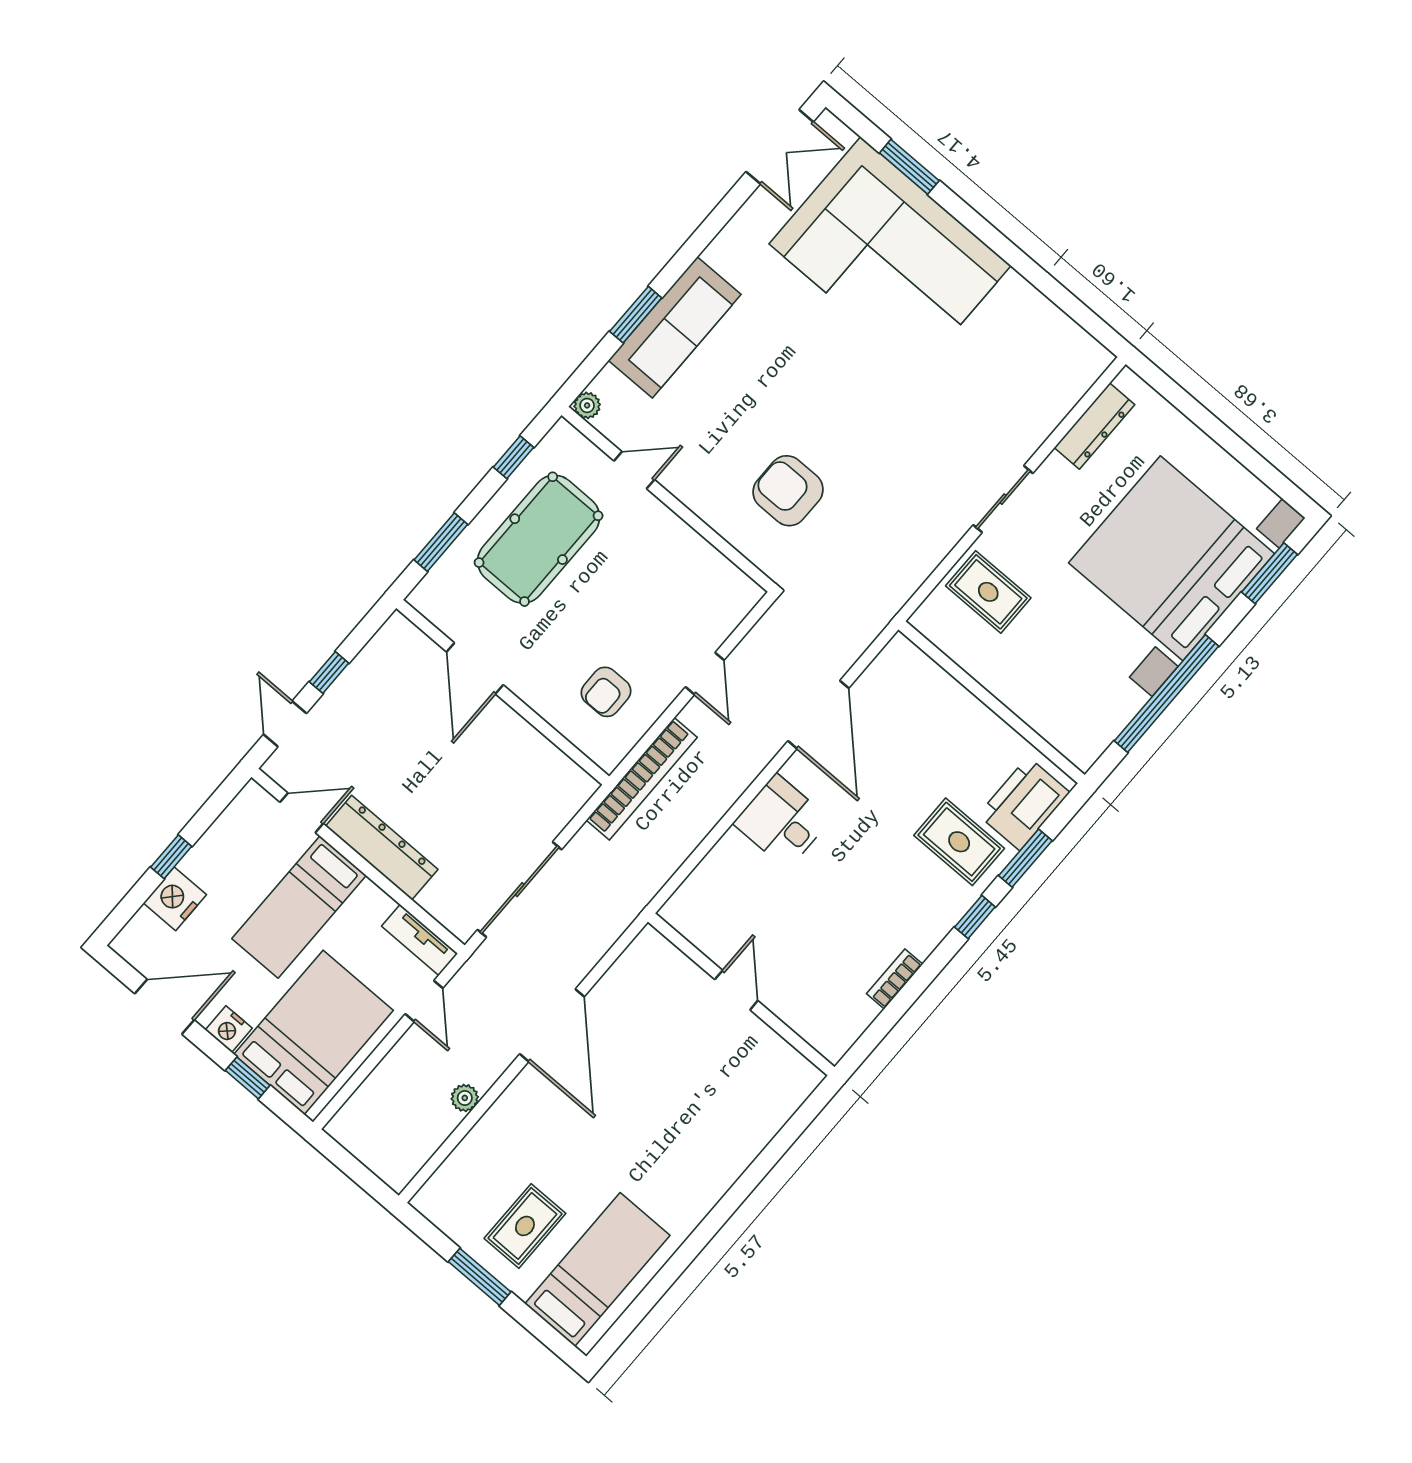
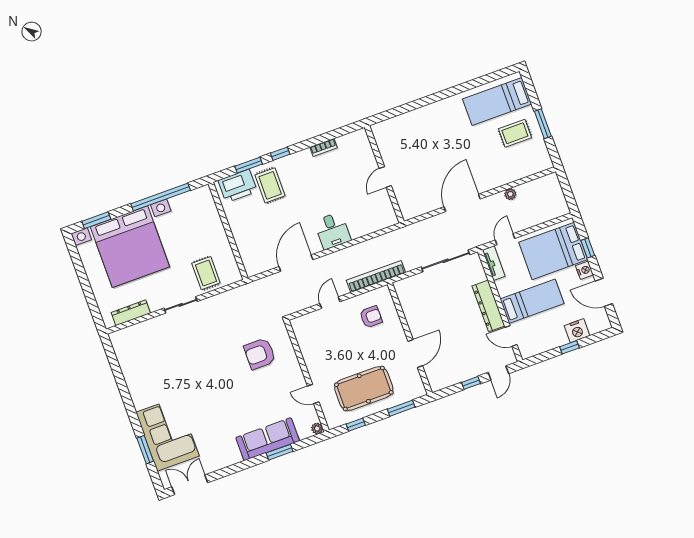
corner sofa: (890, 255) -> (168, 434), width x0.73, depth x0.74
armchair: (788, 491) -> (260, 354), turned 90

